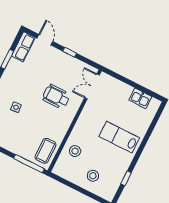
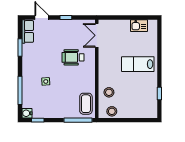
stool: (93, 176) -> (112, 111), moved

